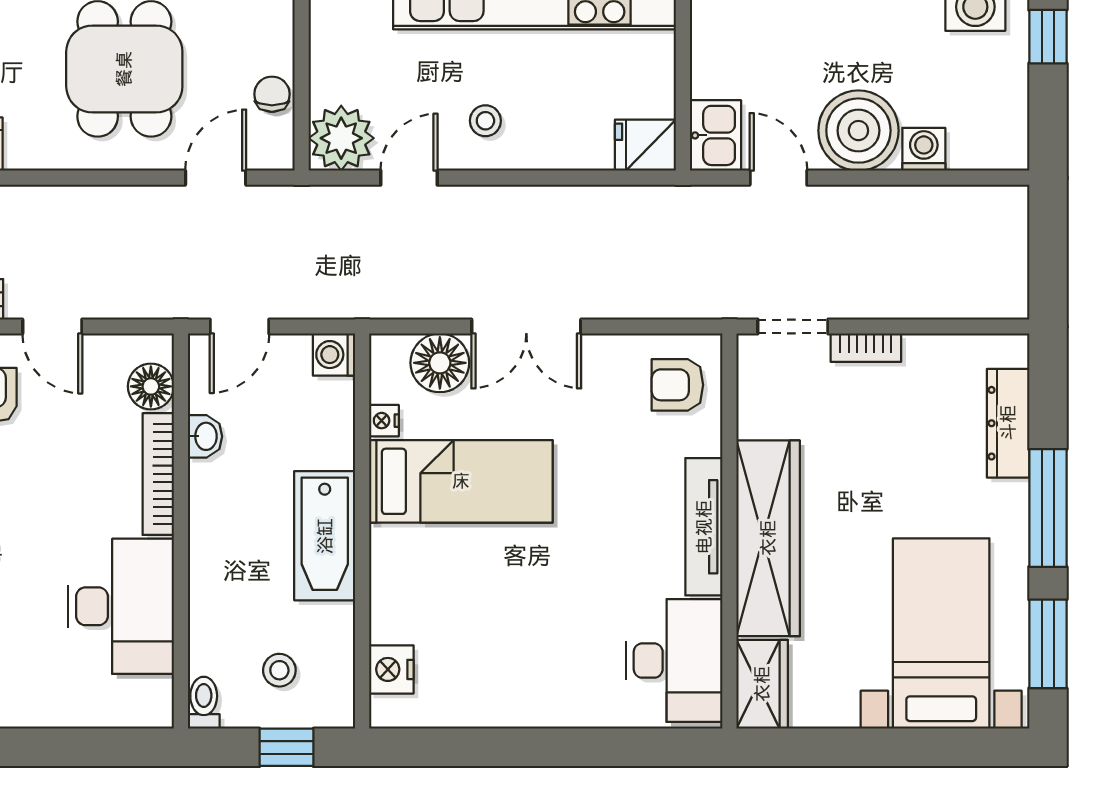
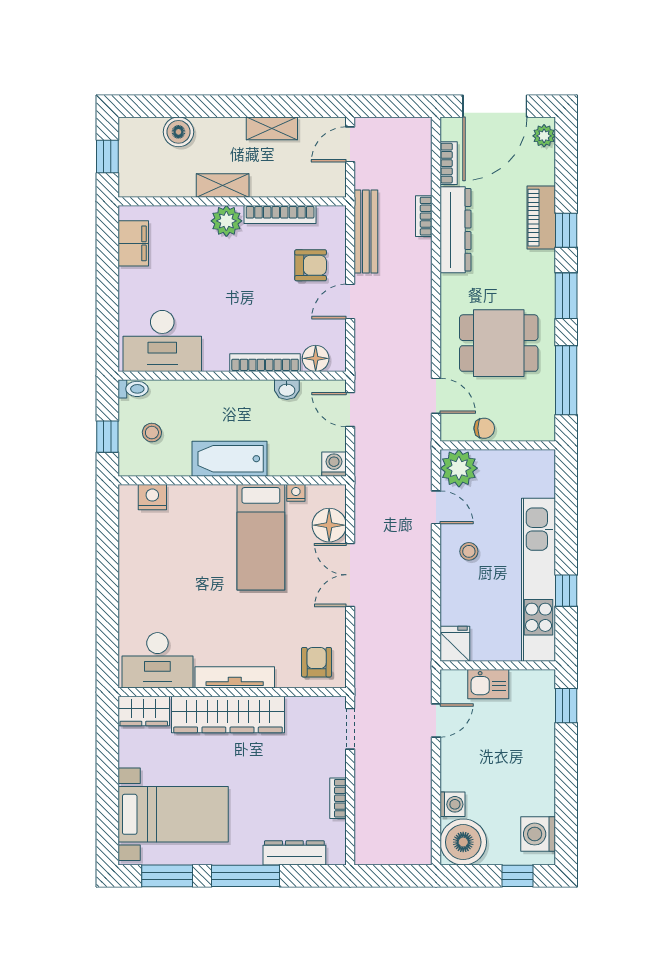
boiler: (858, 131) -> (463, 842), moved
kitchen sink: (716, 135) -> (488, 684), moved
bookcase: (866, 348) -> (338, 798), moved
desk: (121, 606) -> (162, 341), moved

